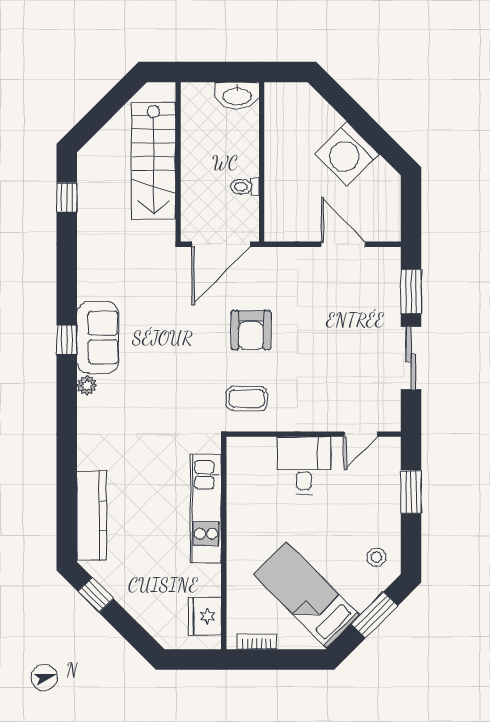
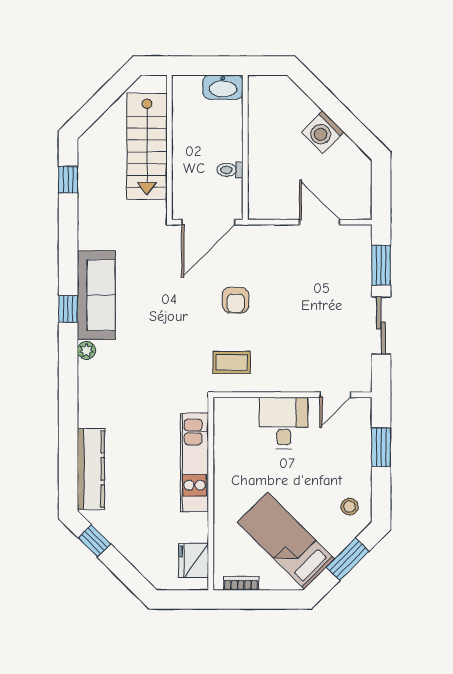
washing machine: (347, 154) -> (323, 132), width x0.73, depth x0.73
armchair: (251, 330) -> (236, 300), width x0.72, depth x0.72
sofa: (98, 337) -> (96, 295), width x1.36

